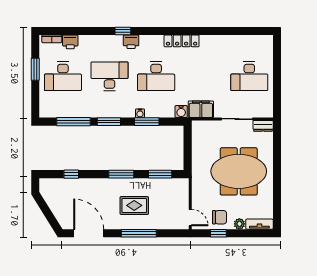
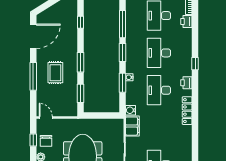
printer: (131, 42) -> (186, 83), moved
desk: (110, 76) -> (159, 53), turned 180
door: (190, 218) -> (46, 118), swing flipped

